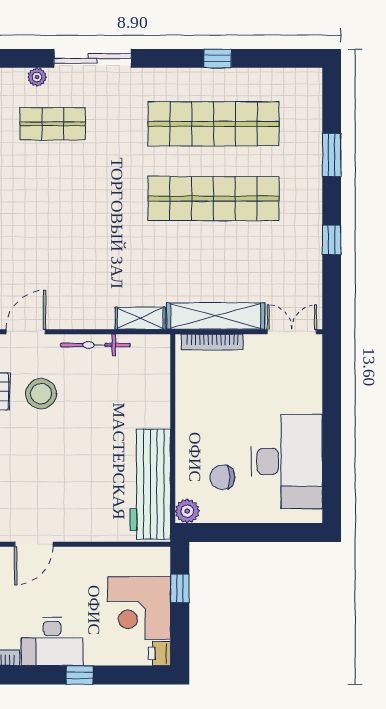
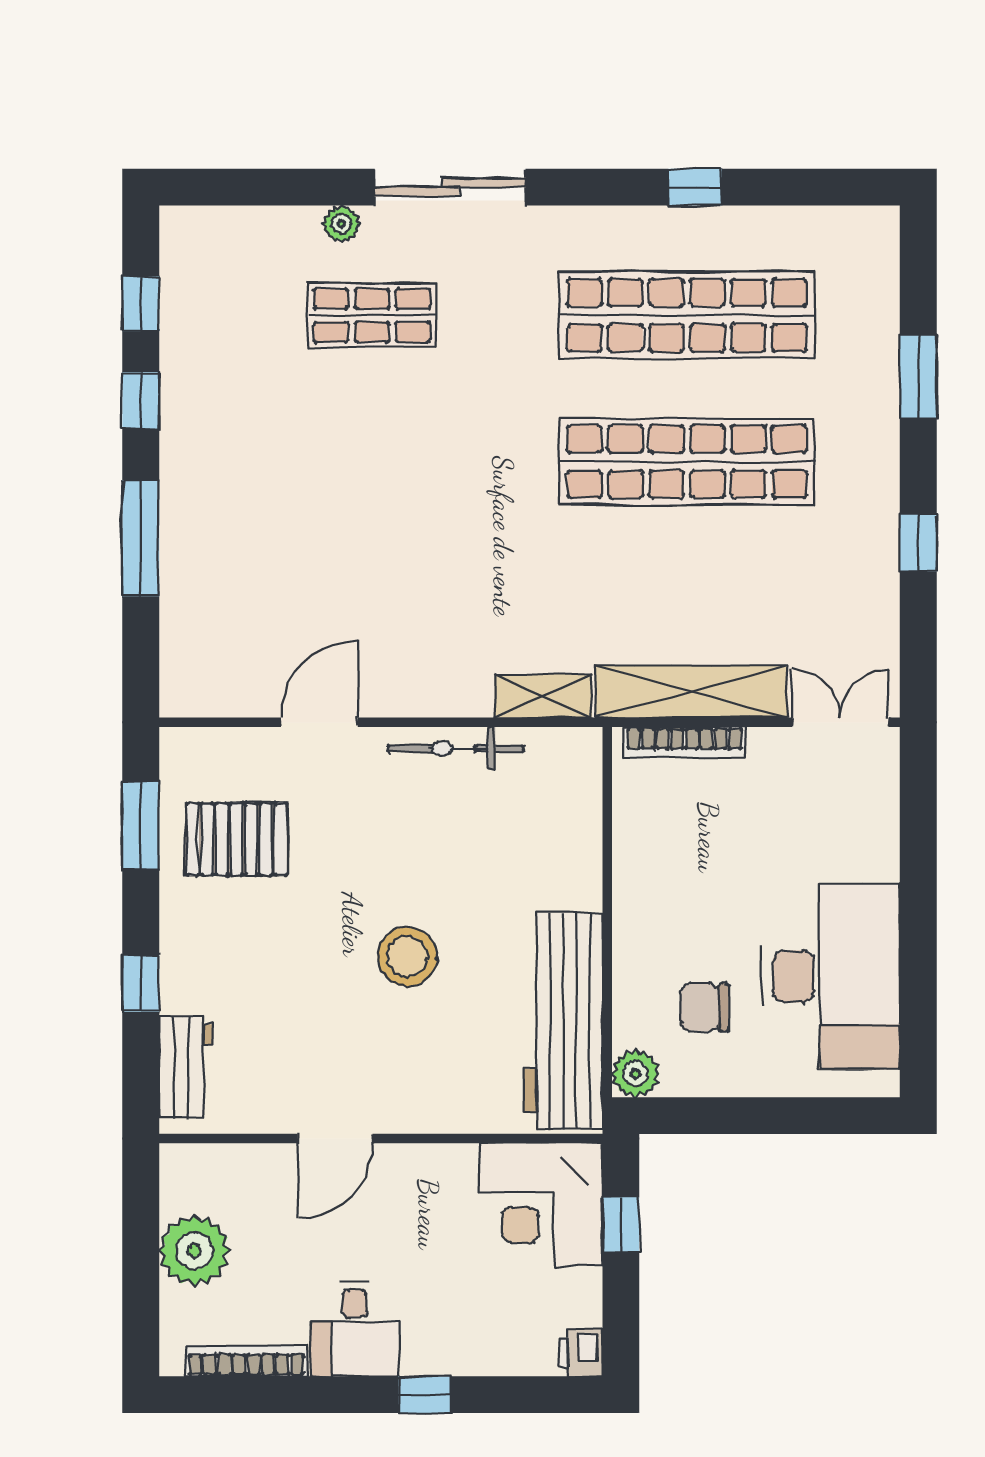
stool: (41, 394) -> (407, 956), moved
corner desk: (139, 608) -> (541, 1204), moved
desk: (52, 641) -> (355, 1329), width x0.73

